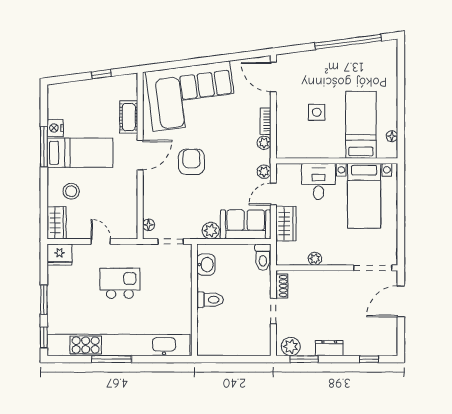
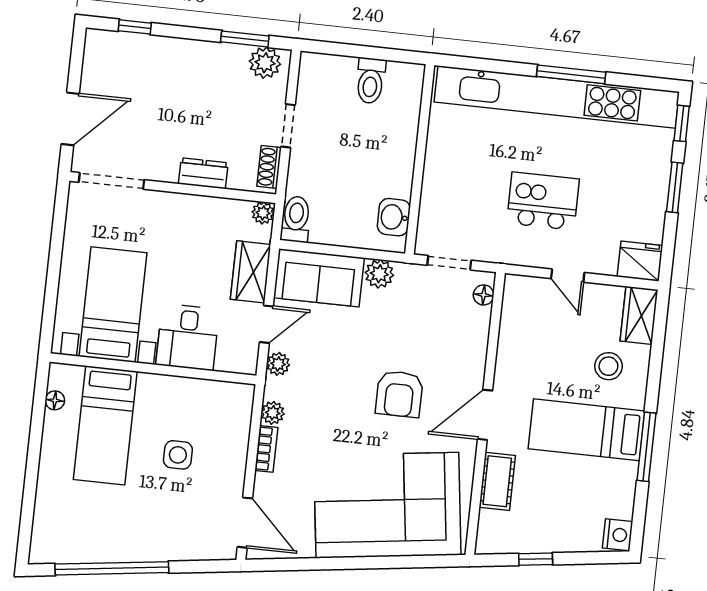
nightstand: (55, 128) -> (618, 535), moved
plant: (315, 259) -> (263, 213), moved
kitchen island: (120, 283) -> (543, 201), turned 180
toilet: (210, 300) -> (371, 81), moved, turned -90
dresser: (329, 348) -> (203, 173), moved, turned 180

